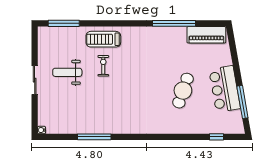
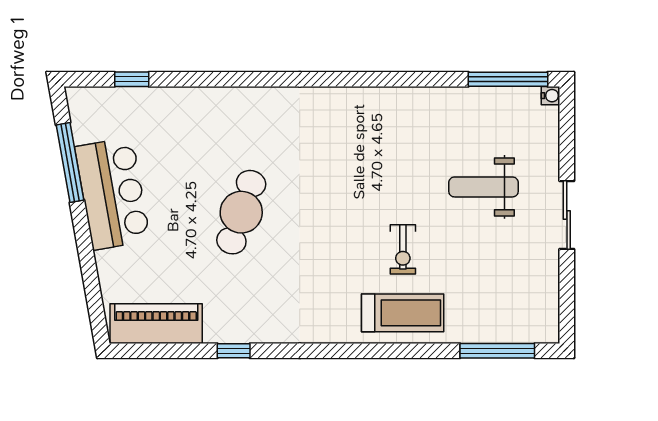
window: (174, 23) -> (234, 351), width x0.32
weight bench: (67, 72) -> (483, 187), moved, turned 180
cafe table: (183, 91) -> (241, 212), moved
window: (94, 137) -> (508, 79), moved

